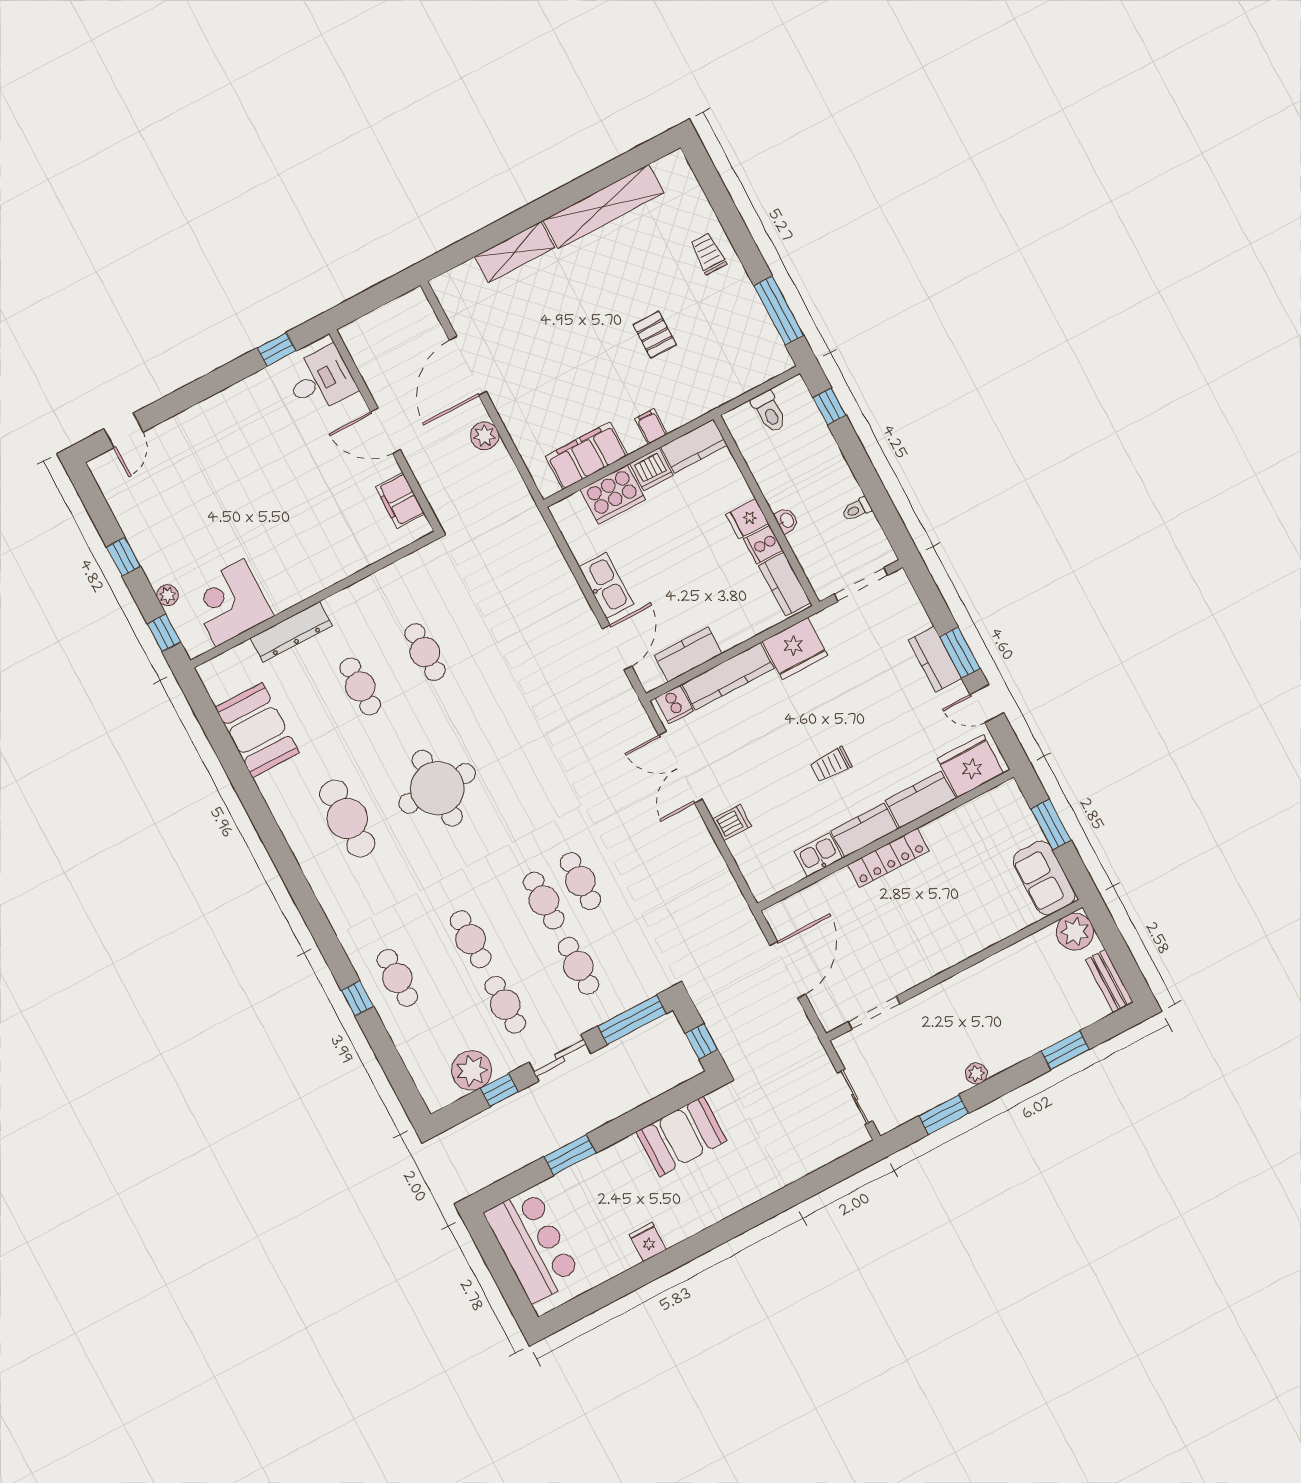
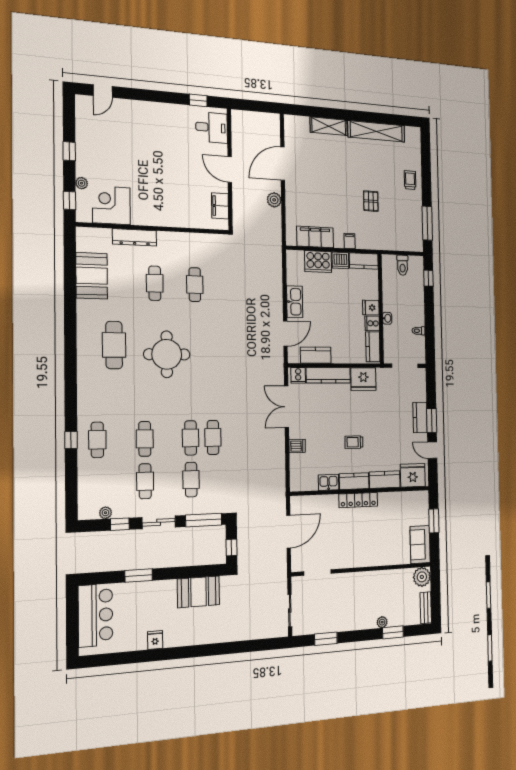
plant: (472, 1070) -> (106, 513), width x0.53, depth x0.53
plant: (976, 1074) -> (382, 622), moved

